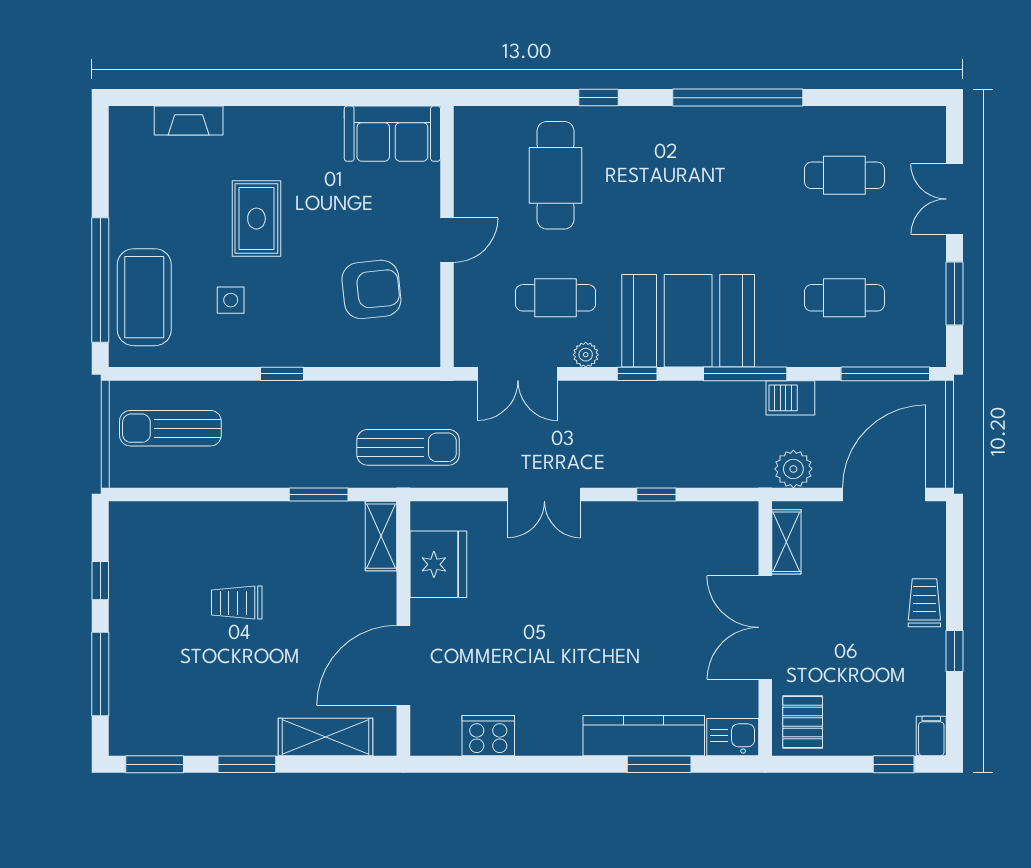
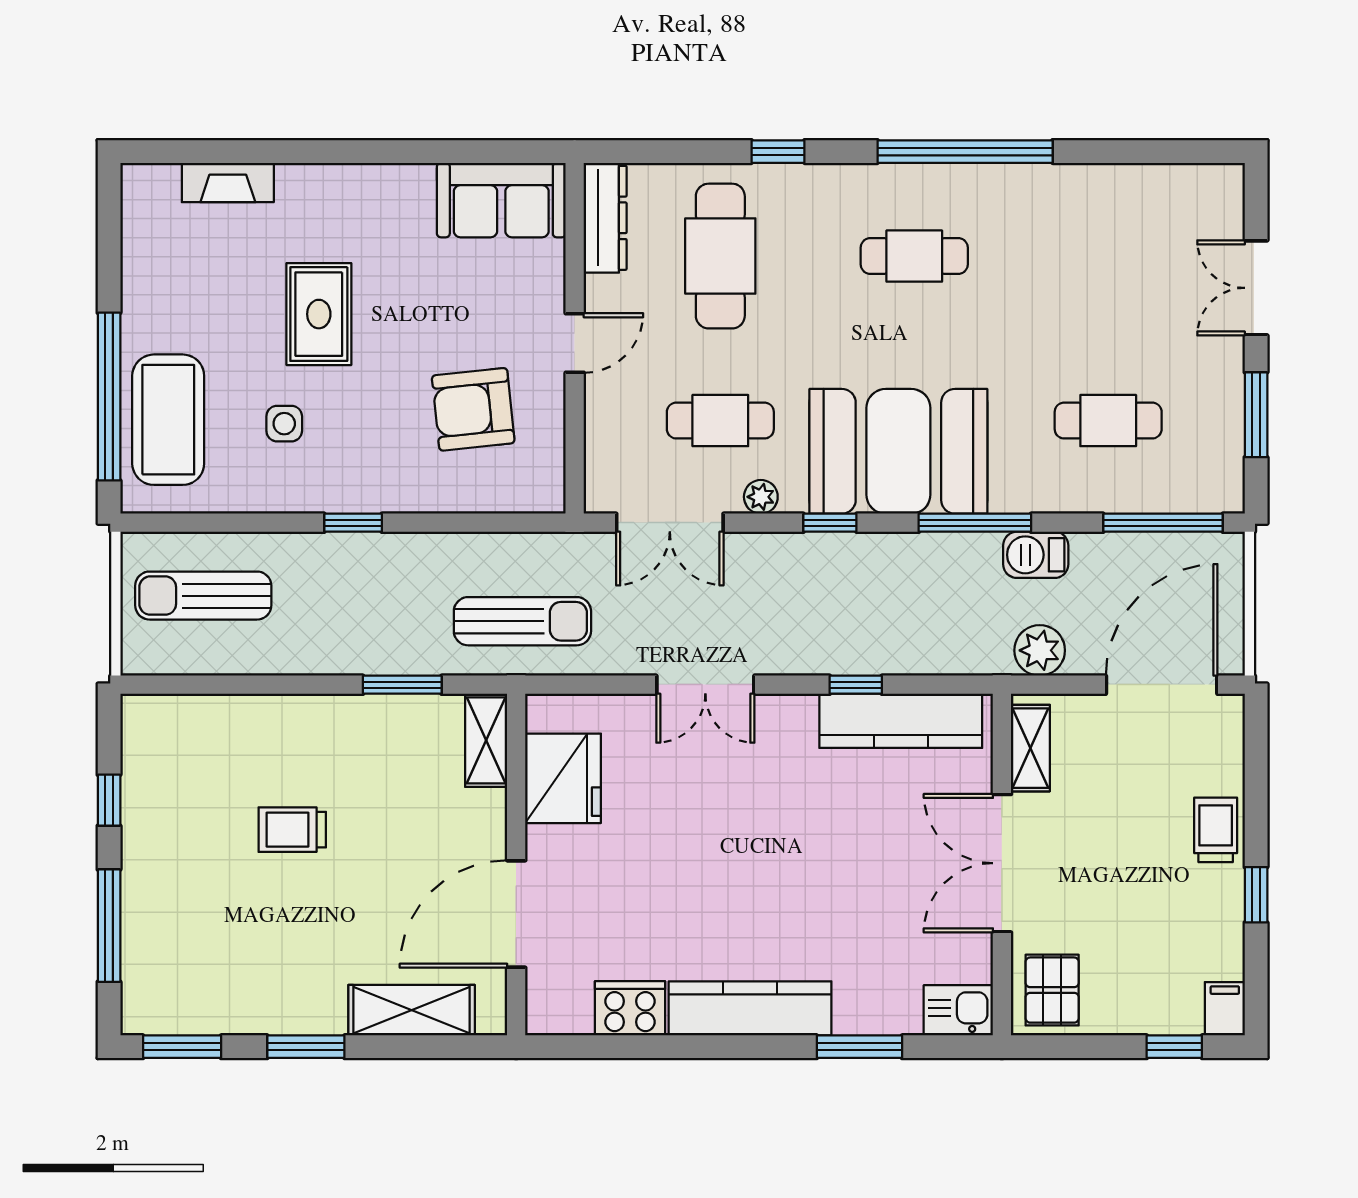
dresser: (470, 147) -> (605, 218), added
cafe table: (844, 175) -> (914, 256), moved
armchair: (371, 289) -> (473, 409), turned 180
kitchen counter: (690, 521) -> (901, 721), added
kitchen counter: (644, 736) -> (750, 1008), moved

